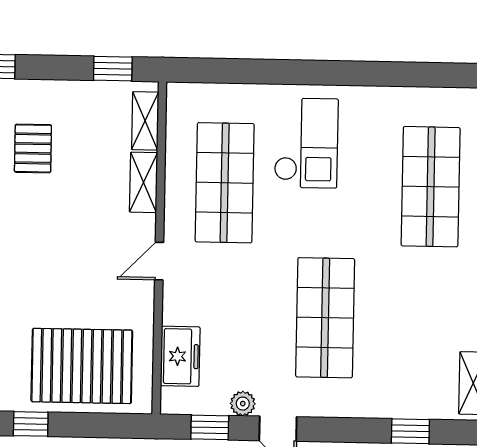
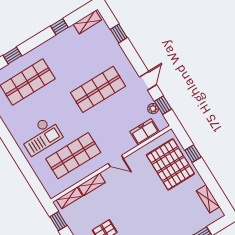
checkout: (306, 143) -> (41, 136), turned 180
plant: (243, 404) -> (153, 109), moved
window: (31, 424) -> (193, 154), moved

